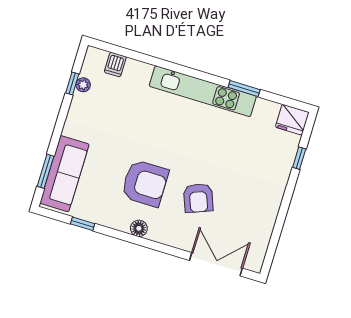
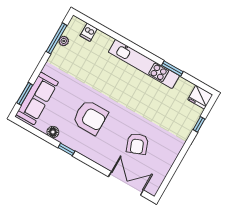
window: (72, 84) -> (56, 38), width x2.17
armchair: (198, 198) -> (137, 144), moved
window: (83, 224) -> (66, 149), moved
floor lamp: (139, 228) -> (53, 132), moved

